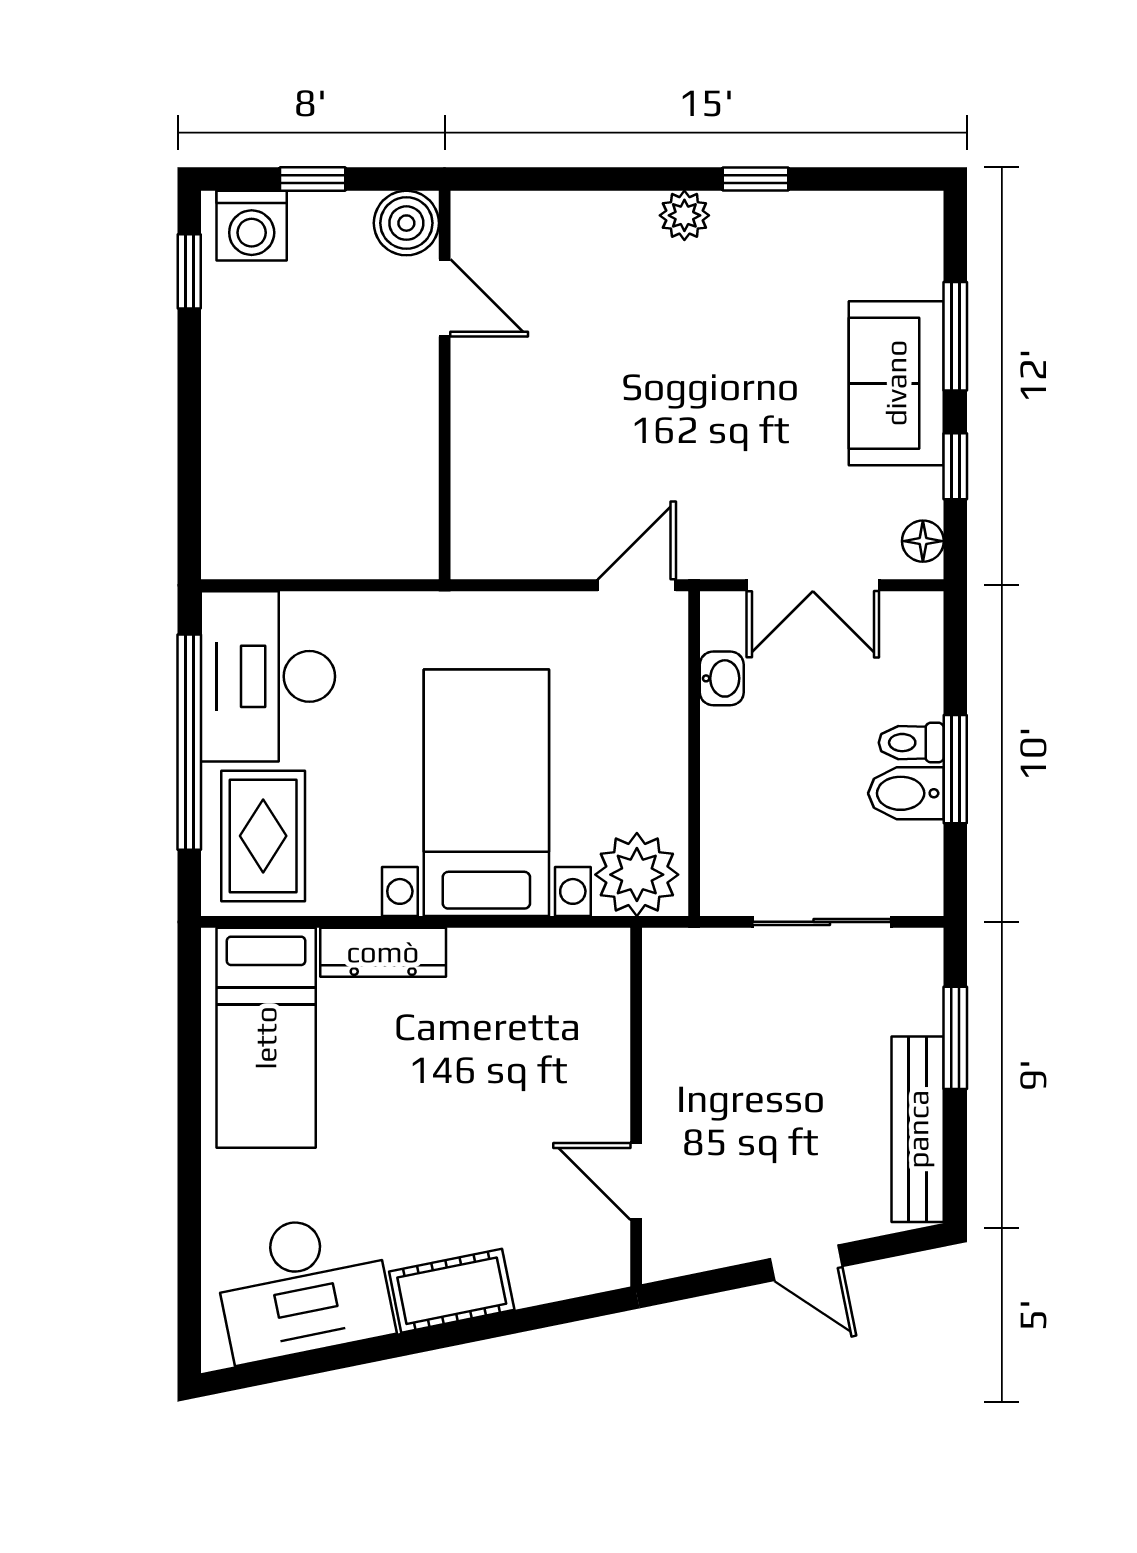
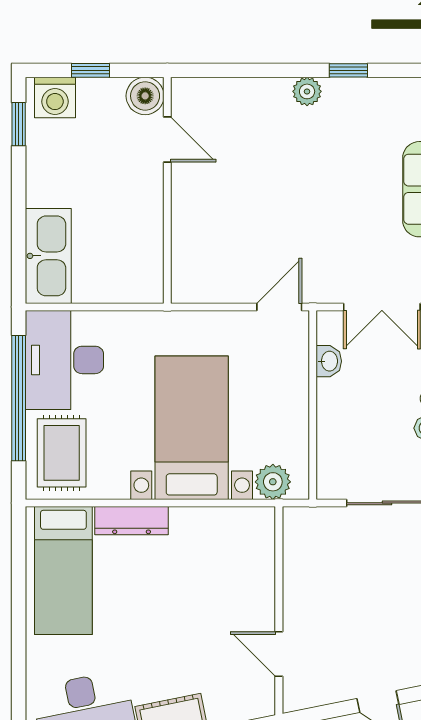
kitchen sink: (240, 498) -> (48, 256), added
plant: (637, 875) -> (273, 482), width x0.73, depth x0.73

